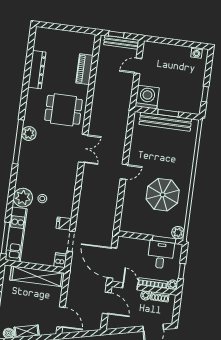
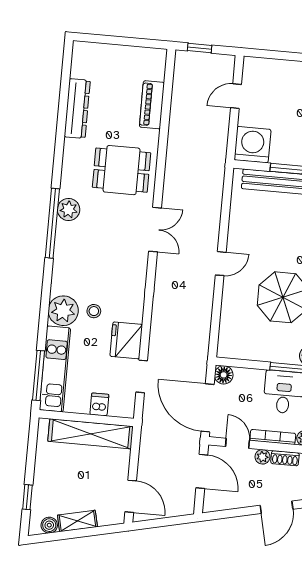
bench: (121, 42) -> (208, 60), removed
fridge: (64, 224) -> (126, 340), width x1.88, depth x1.34
floor lamp: (123, 242) -> (224, 375), added
dishwasher: (60, 260) -> (99, 404), moved

